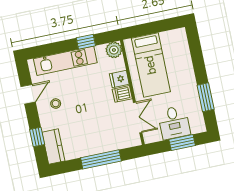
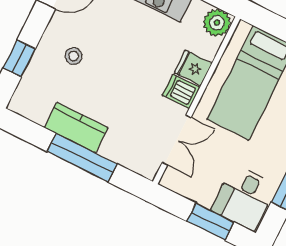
stool: (56, 104) -> (74, 56), moved
desk: (174, 123) -> (244, 198), moved
kitchen counter: (53, 147) -> (76, 128), moved, turned -90

